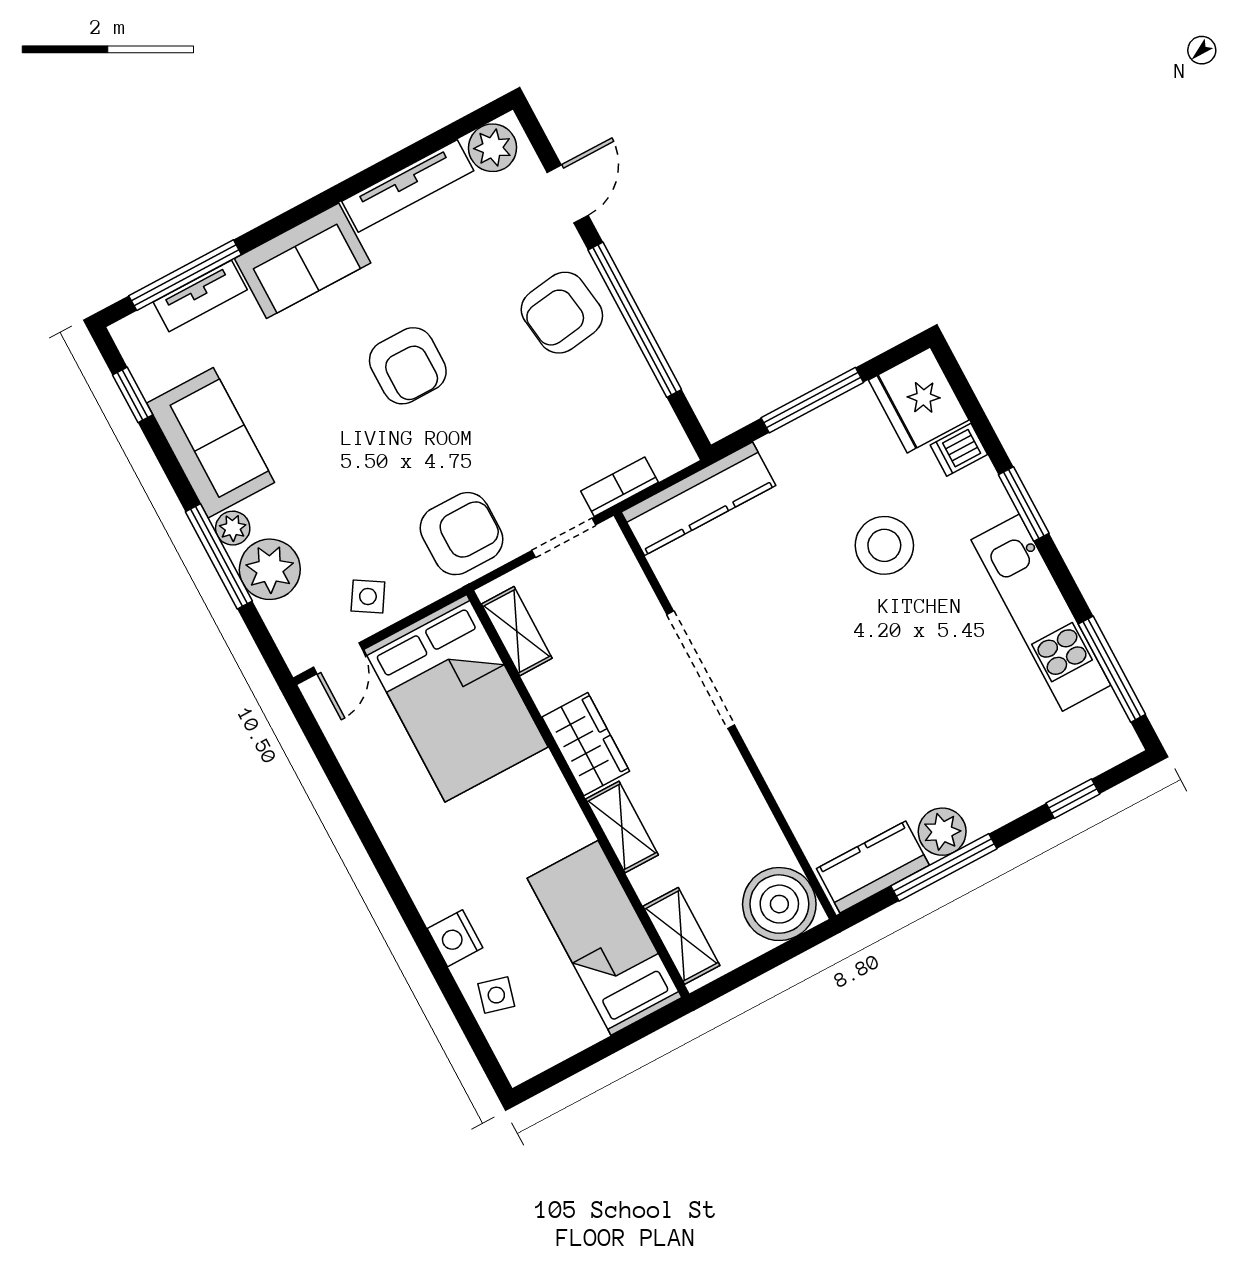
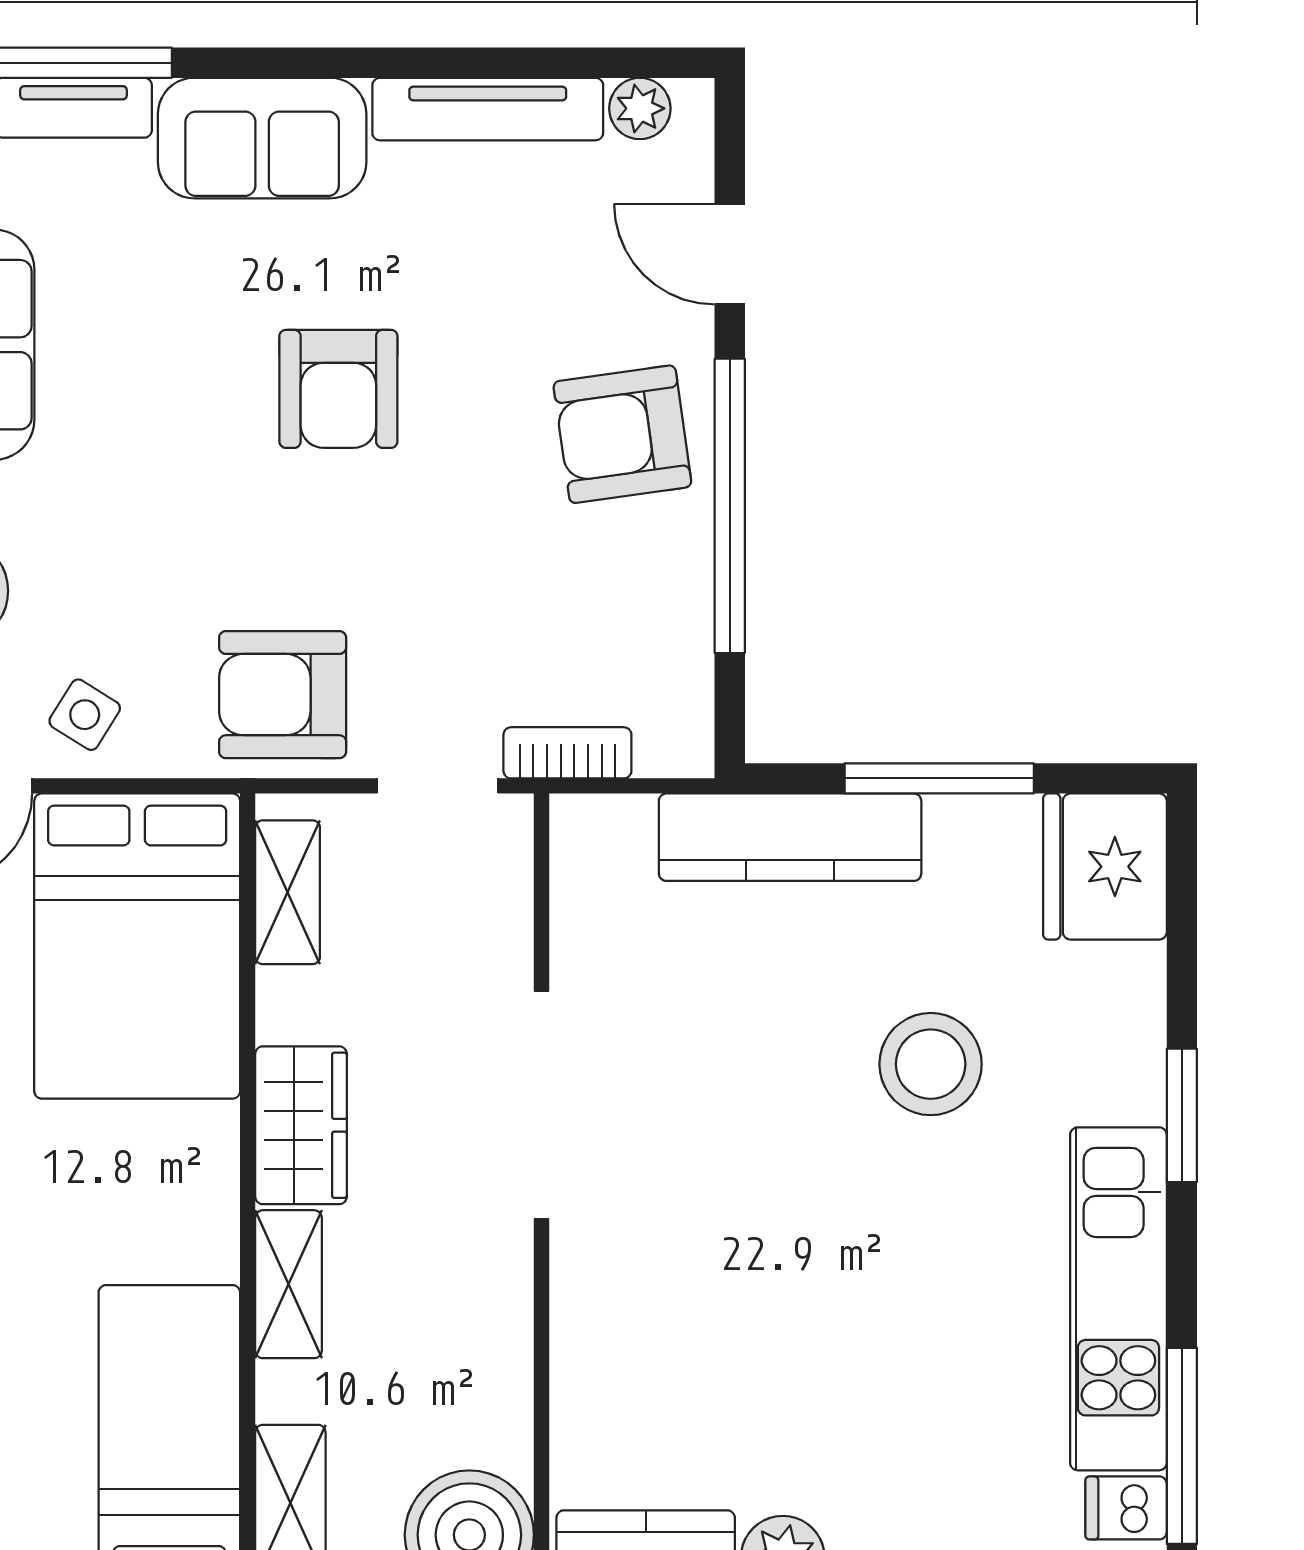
plant: (493, 148) -> (640, 108), width x0.73, depth x0.73
door: (568, 194) -> (730, 254), swing flipped
dishwasher: (959, 450) -> (1126, 1508), moved
kitchen counter: (699, 499) -> (790, 837), moved
armchair: (462, 534) -> (283, 695), turned 180

